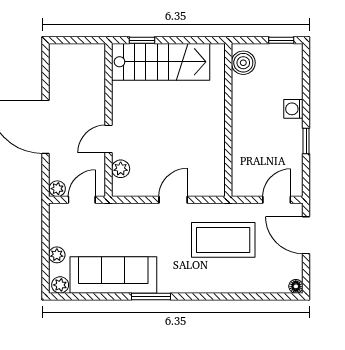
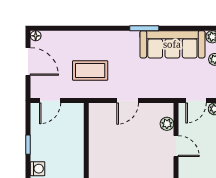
door: (109, 139) -> (176, 146), hinge flipped
door: (306, 235) -> (28, 61), moved
coffee table: (223, 240) -> (90, 70), width x0.73, depth x0.76

